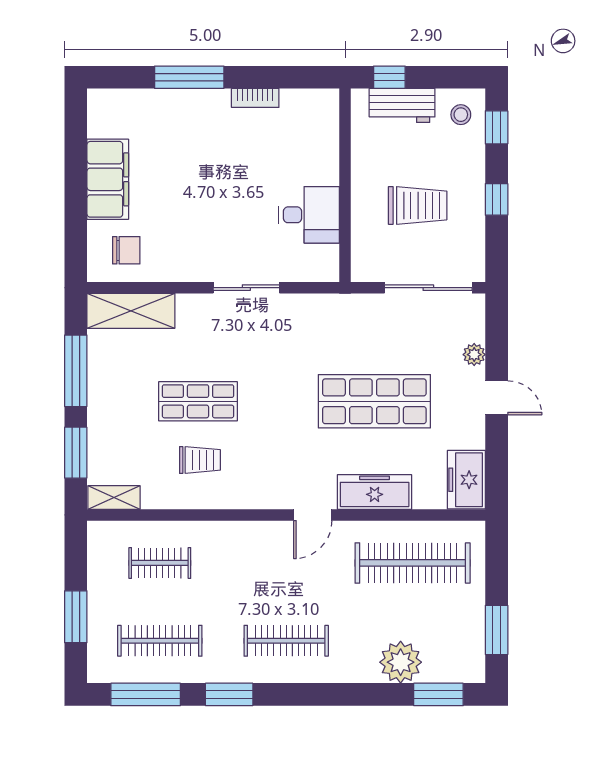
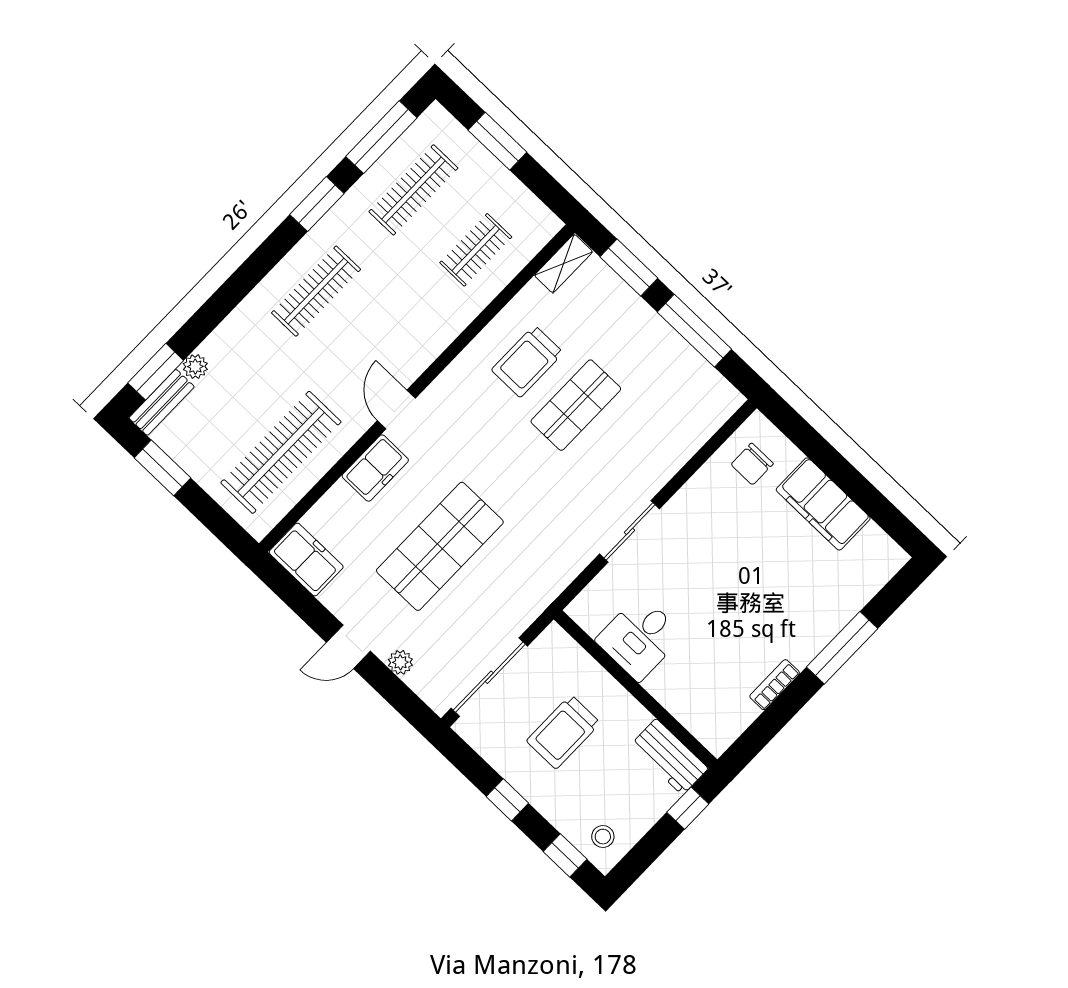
workbench: (402, 105) -> (669, 757), moved, turned -90
shelving: (131, 311) -> (700, 421), removed
trolley: (200, 460) -> (527, 361), width x1.36, depth x1.39
freezer: (375, 492) -> (375, 468), width x0.71
plant: (401, 662) -> (195, 367), width x0.53, depth x0.53
bench: (455, 671) -> (162, 402), added

